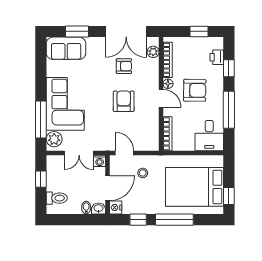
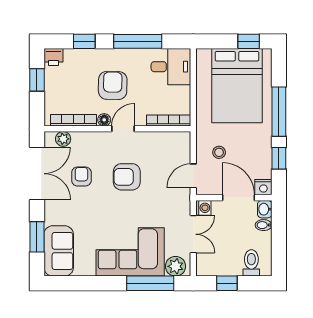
printer: (217, 57) -> (53, 57), moved

